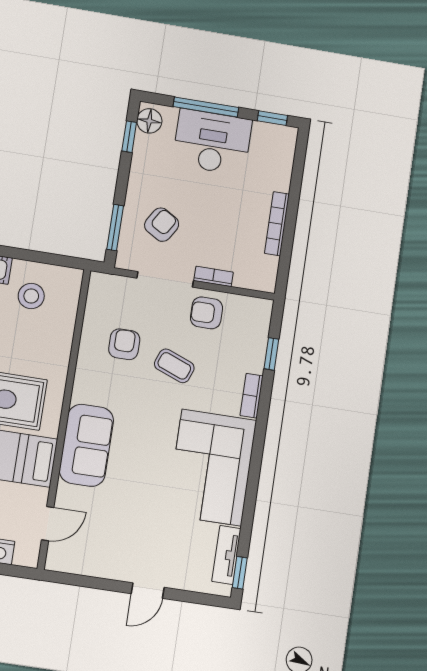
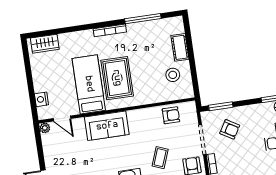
armchair: (124, 344) -> (171, 115), moved
plant: (55, 561) -> (45, 128), added

